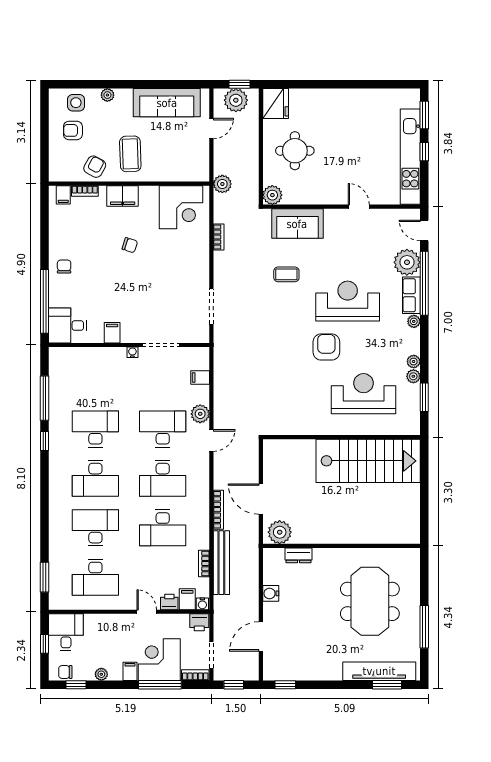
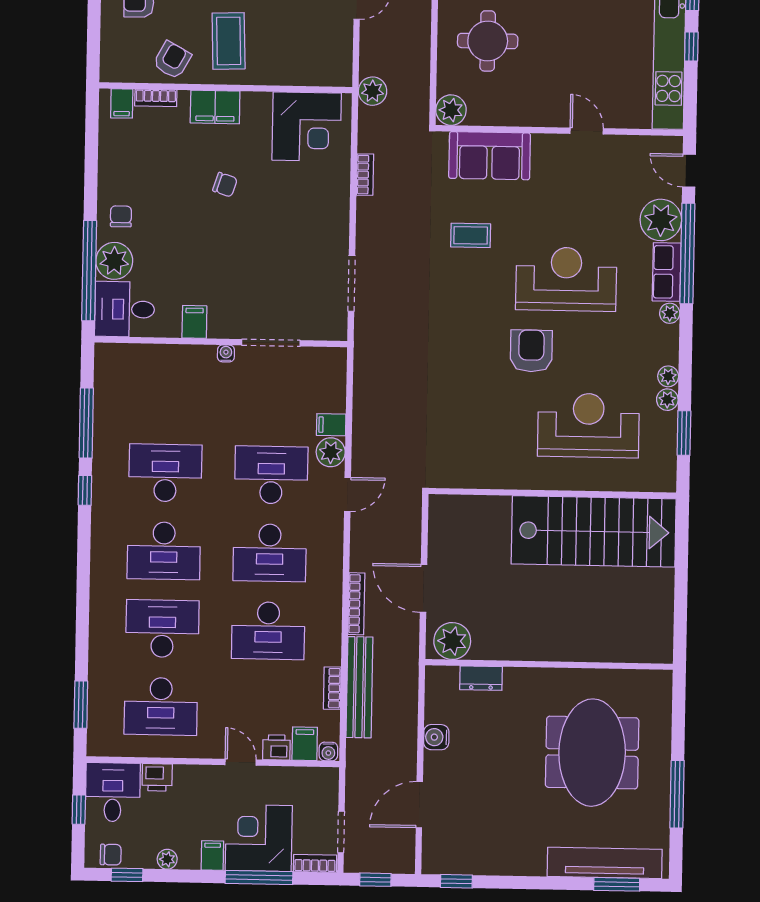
plant: (60, 295) -> (114, 261), added
filing cabinet: (200, 377) -> (331, 425), moved
printer: (199, 622) -> (157, 777), moved
chair: (65, 672) -> (111, 855), turned 180

